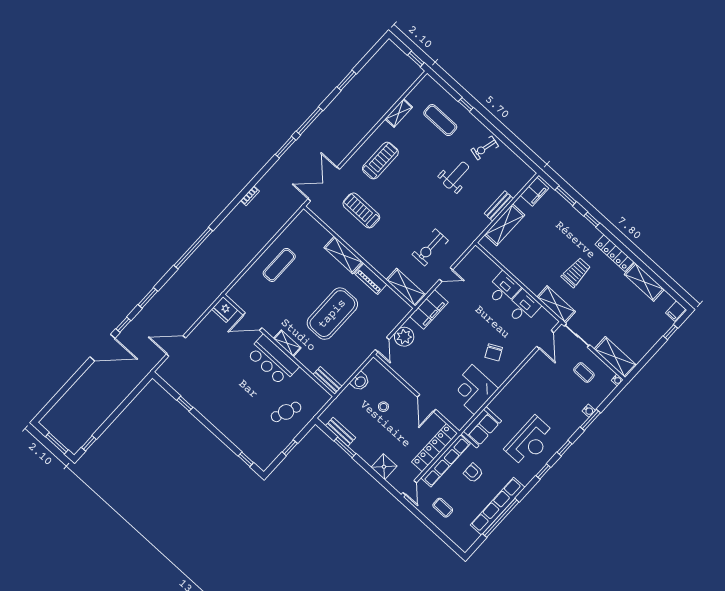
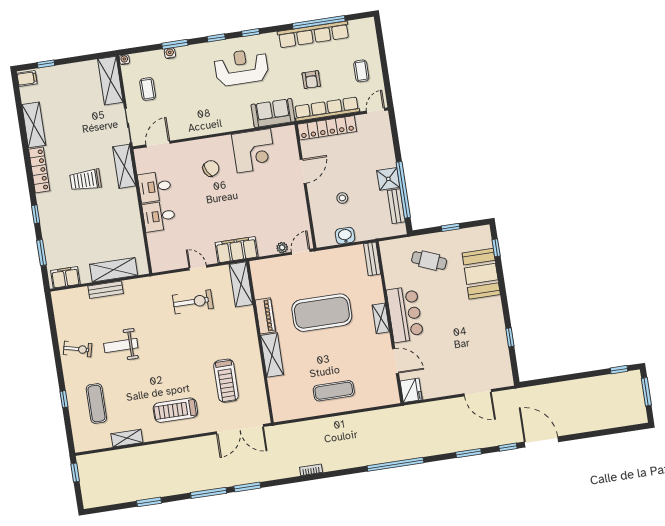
plant: (404, 337) -> (282, 248), width x0.53, depth x0.53
booth: (242, 432) -> (481, 274), added
window: (345, 447) -> (403, 190), width x2.11
shower: (384, 467) -> (388, 179), moved

